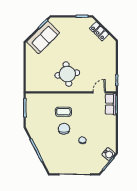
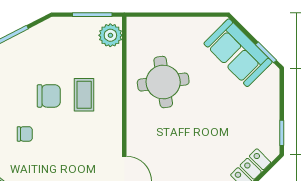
round table: (67, 74) -> (163, 82), moved
plant: (35, 99) -> (110, 35), added

